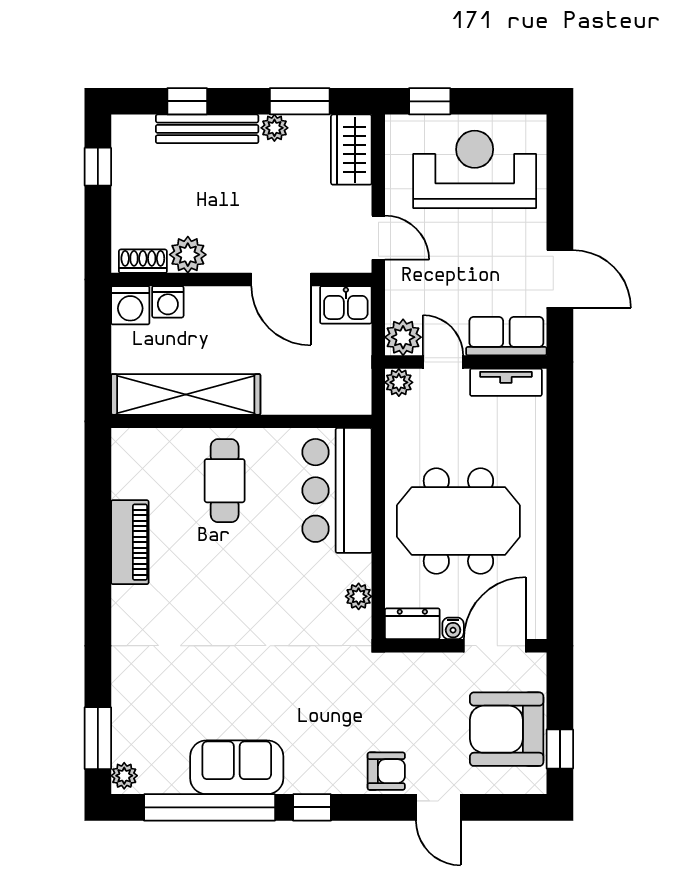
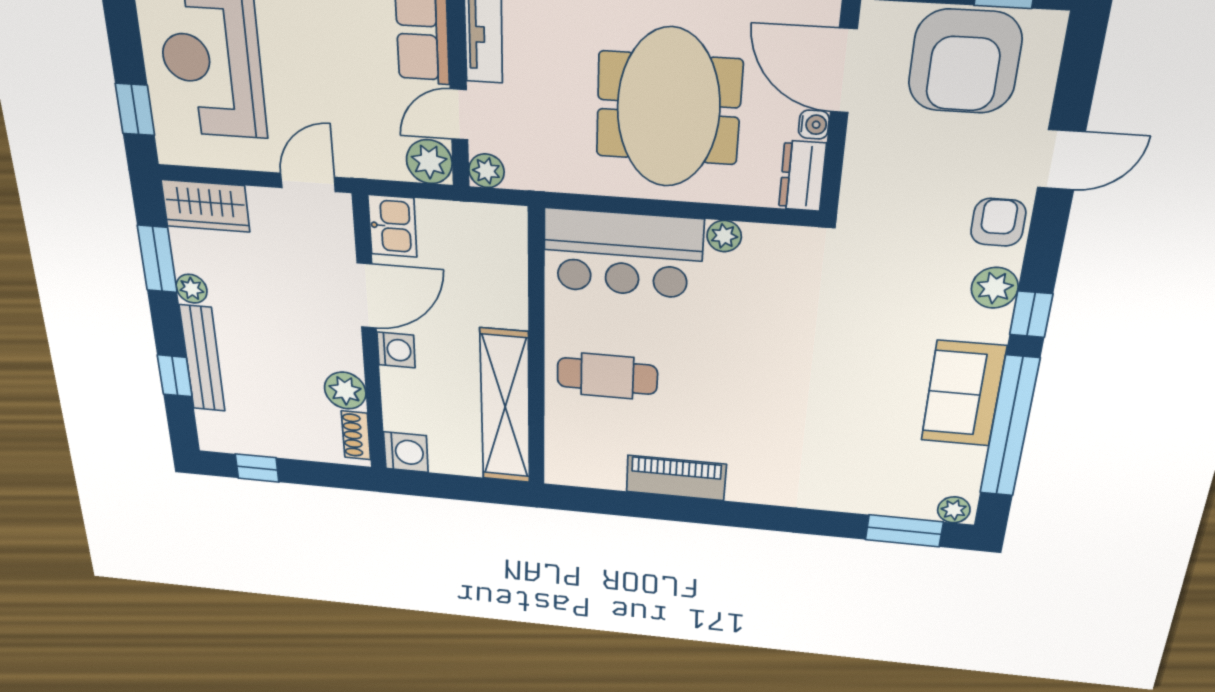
washing machine: (168, 302) -> (396, 350), moved
plant: (359, 596) -> (724, 236), moved
plant: (332, 777) -> (995, 288), added

